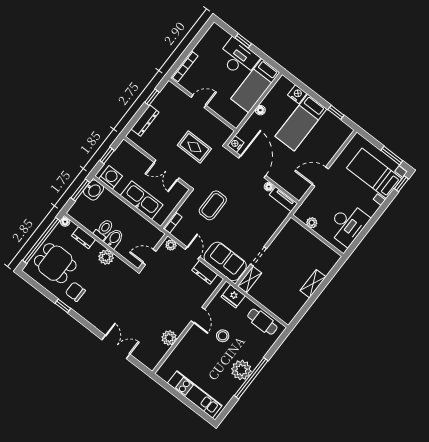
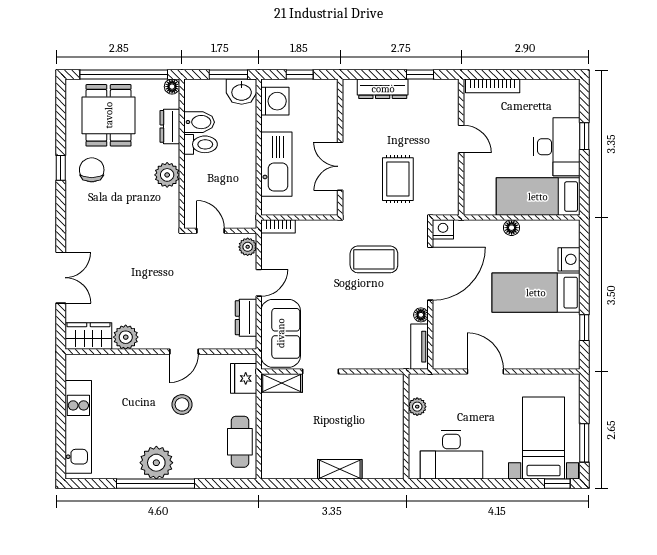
coffee table: (213, 205) -> (374, 259), moved
bidet: (114, 239) -> (199, 122), moved
wardrobe: (155, 355) -> (88, 336), added

